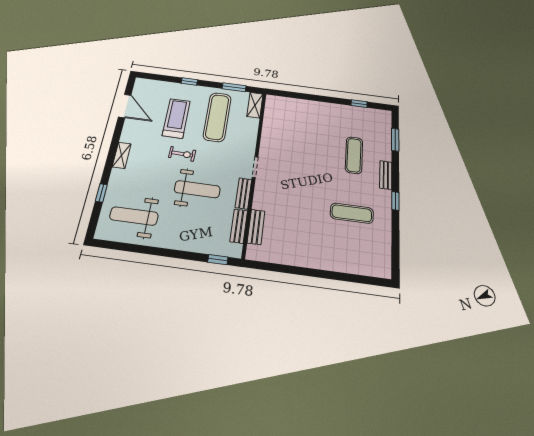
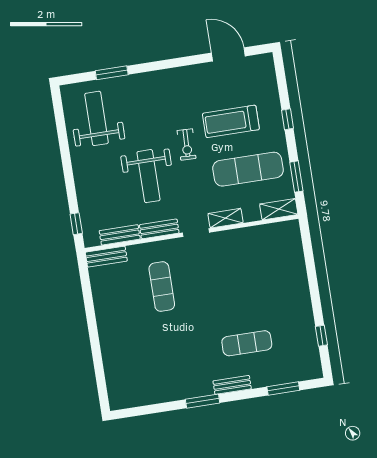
door: (125, 106) -> (228, 54), swing flipped
treadmill: (176, 118) -> (231, 121), turned 180
shelving: (122, 155) -> (226, 218), moved
window: (101, 193) -> (112, 73), width x1.50
window: (395, 201) -> (203, 401), width x1.50
exercise mat: (352, 213) -> (162, 287), moved
bench: (256, 227) -> (106, 257), moved

